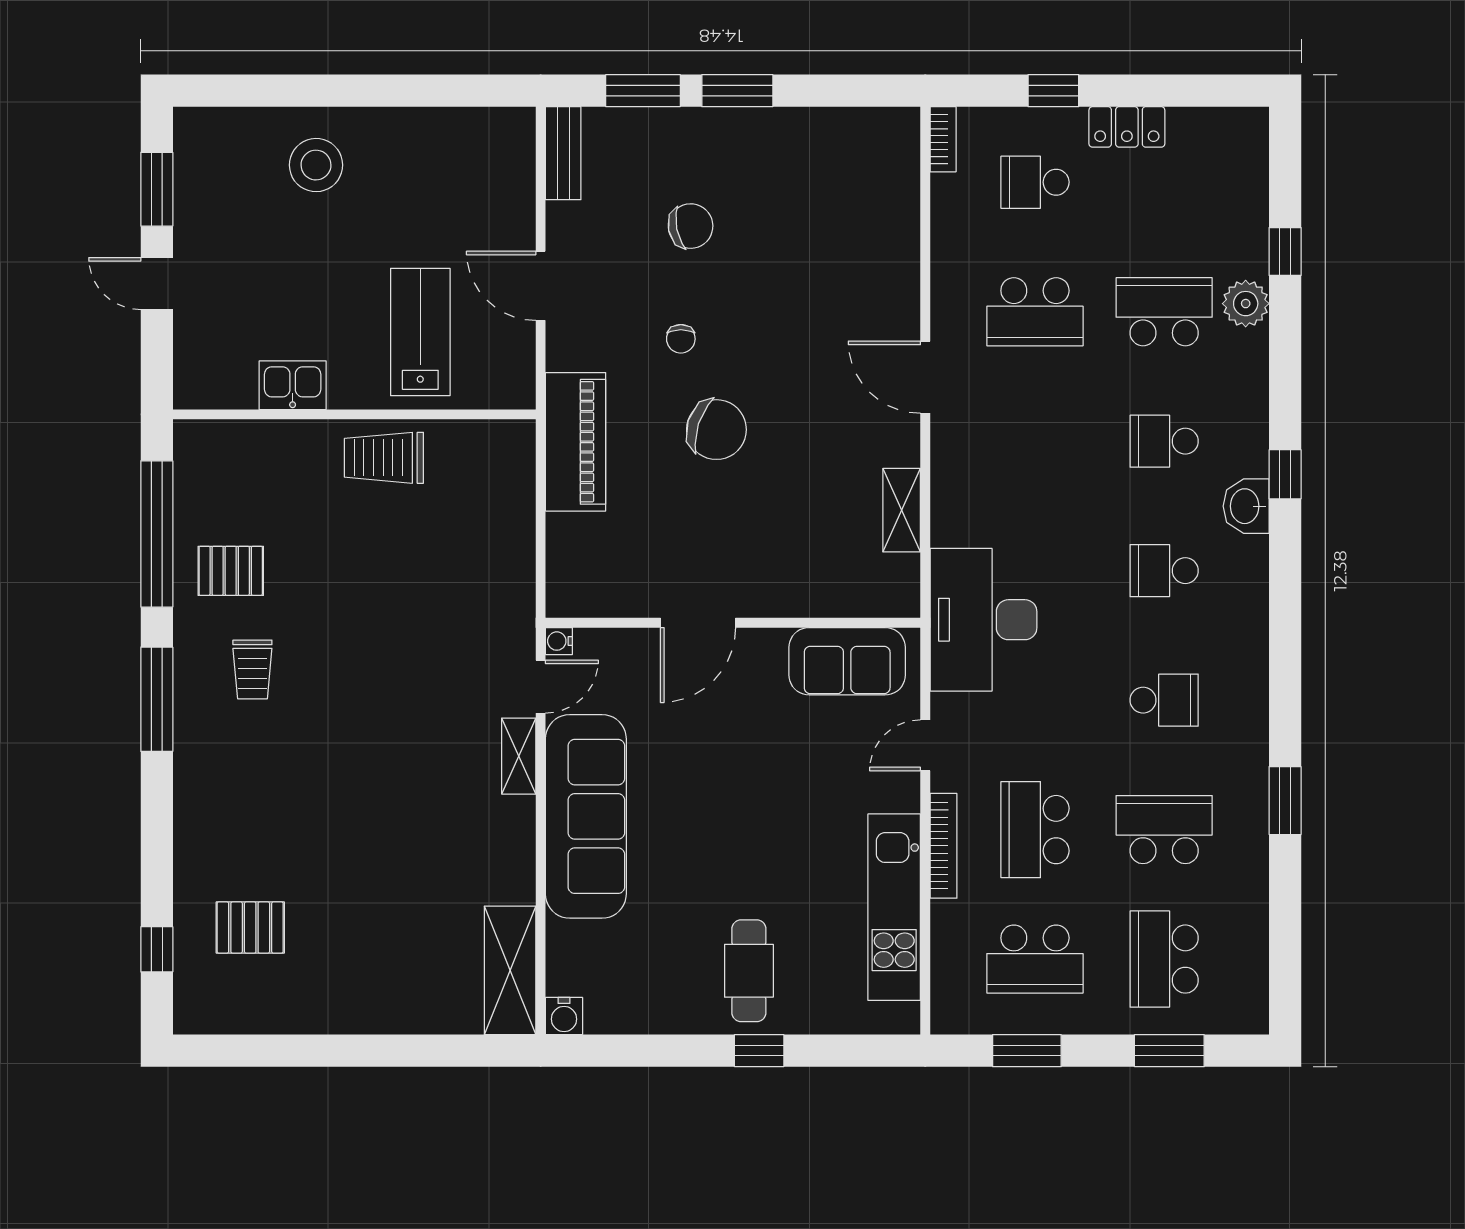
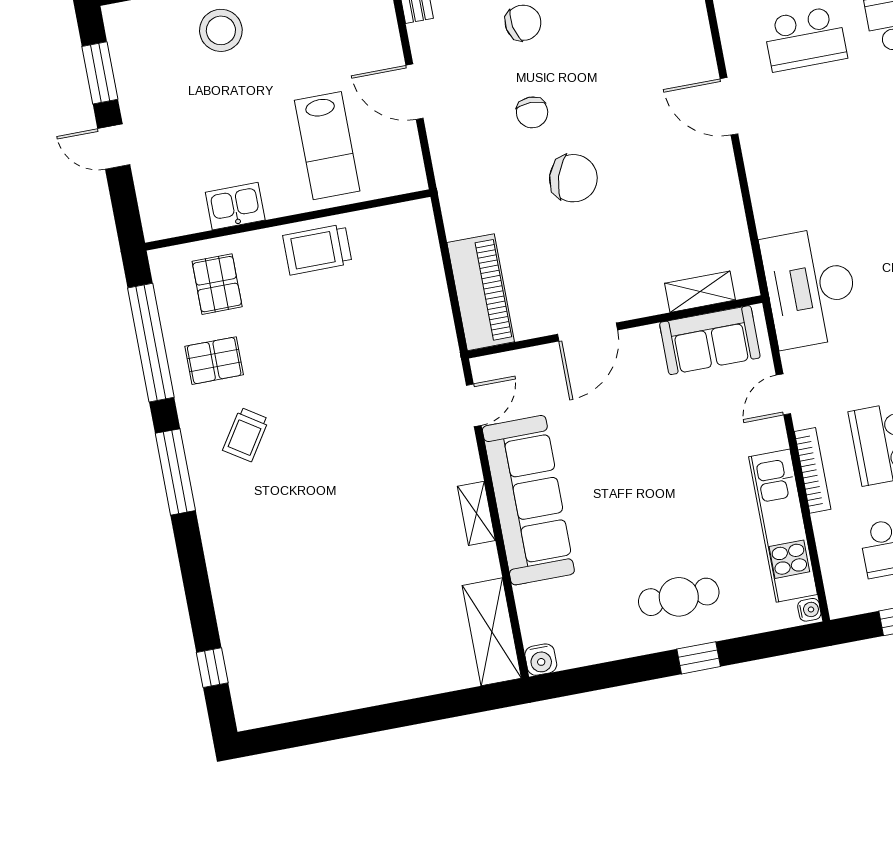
lab bench: (420, 332) -> (327, 146), turned 180
chair: (681, 339) -> (532, 112), width x1.37, depth x1.37
piano: (576, 442) -> (481, 292), moved
shelving: (902, 510) -> (700, 292), moved, turned 90
water cooler: (559, 641) -> (809, 610), moved, turned 180
trolley: (252, 669) -> (246, 435), turned 33
shelving: (519, 756) -> (476, 513), moved
pallet: (250, 928) -> (217, 284), moved, turned 90
cafe table: (749, 971) -> (679, 597), turned 90

